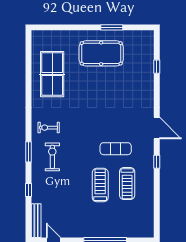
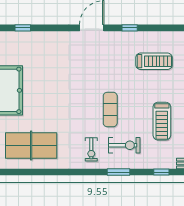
exercise mat: (116, 149) -> (110, 109), moved
exercise bike: (52, 157) -> (124, 145), turned 180
treadmill: (100, 185) -> (162, 121), moved, turned -90

